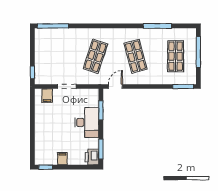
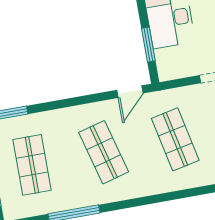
shop shelf: (95, 56) -> (175, 139), turned -30

